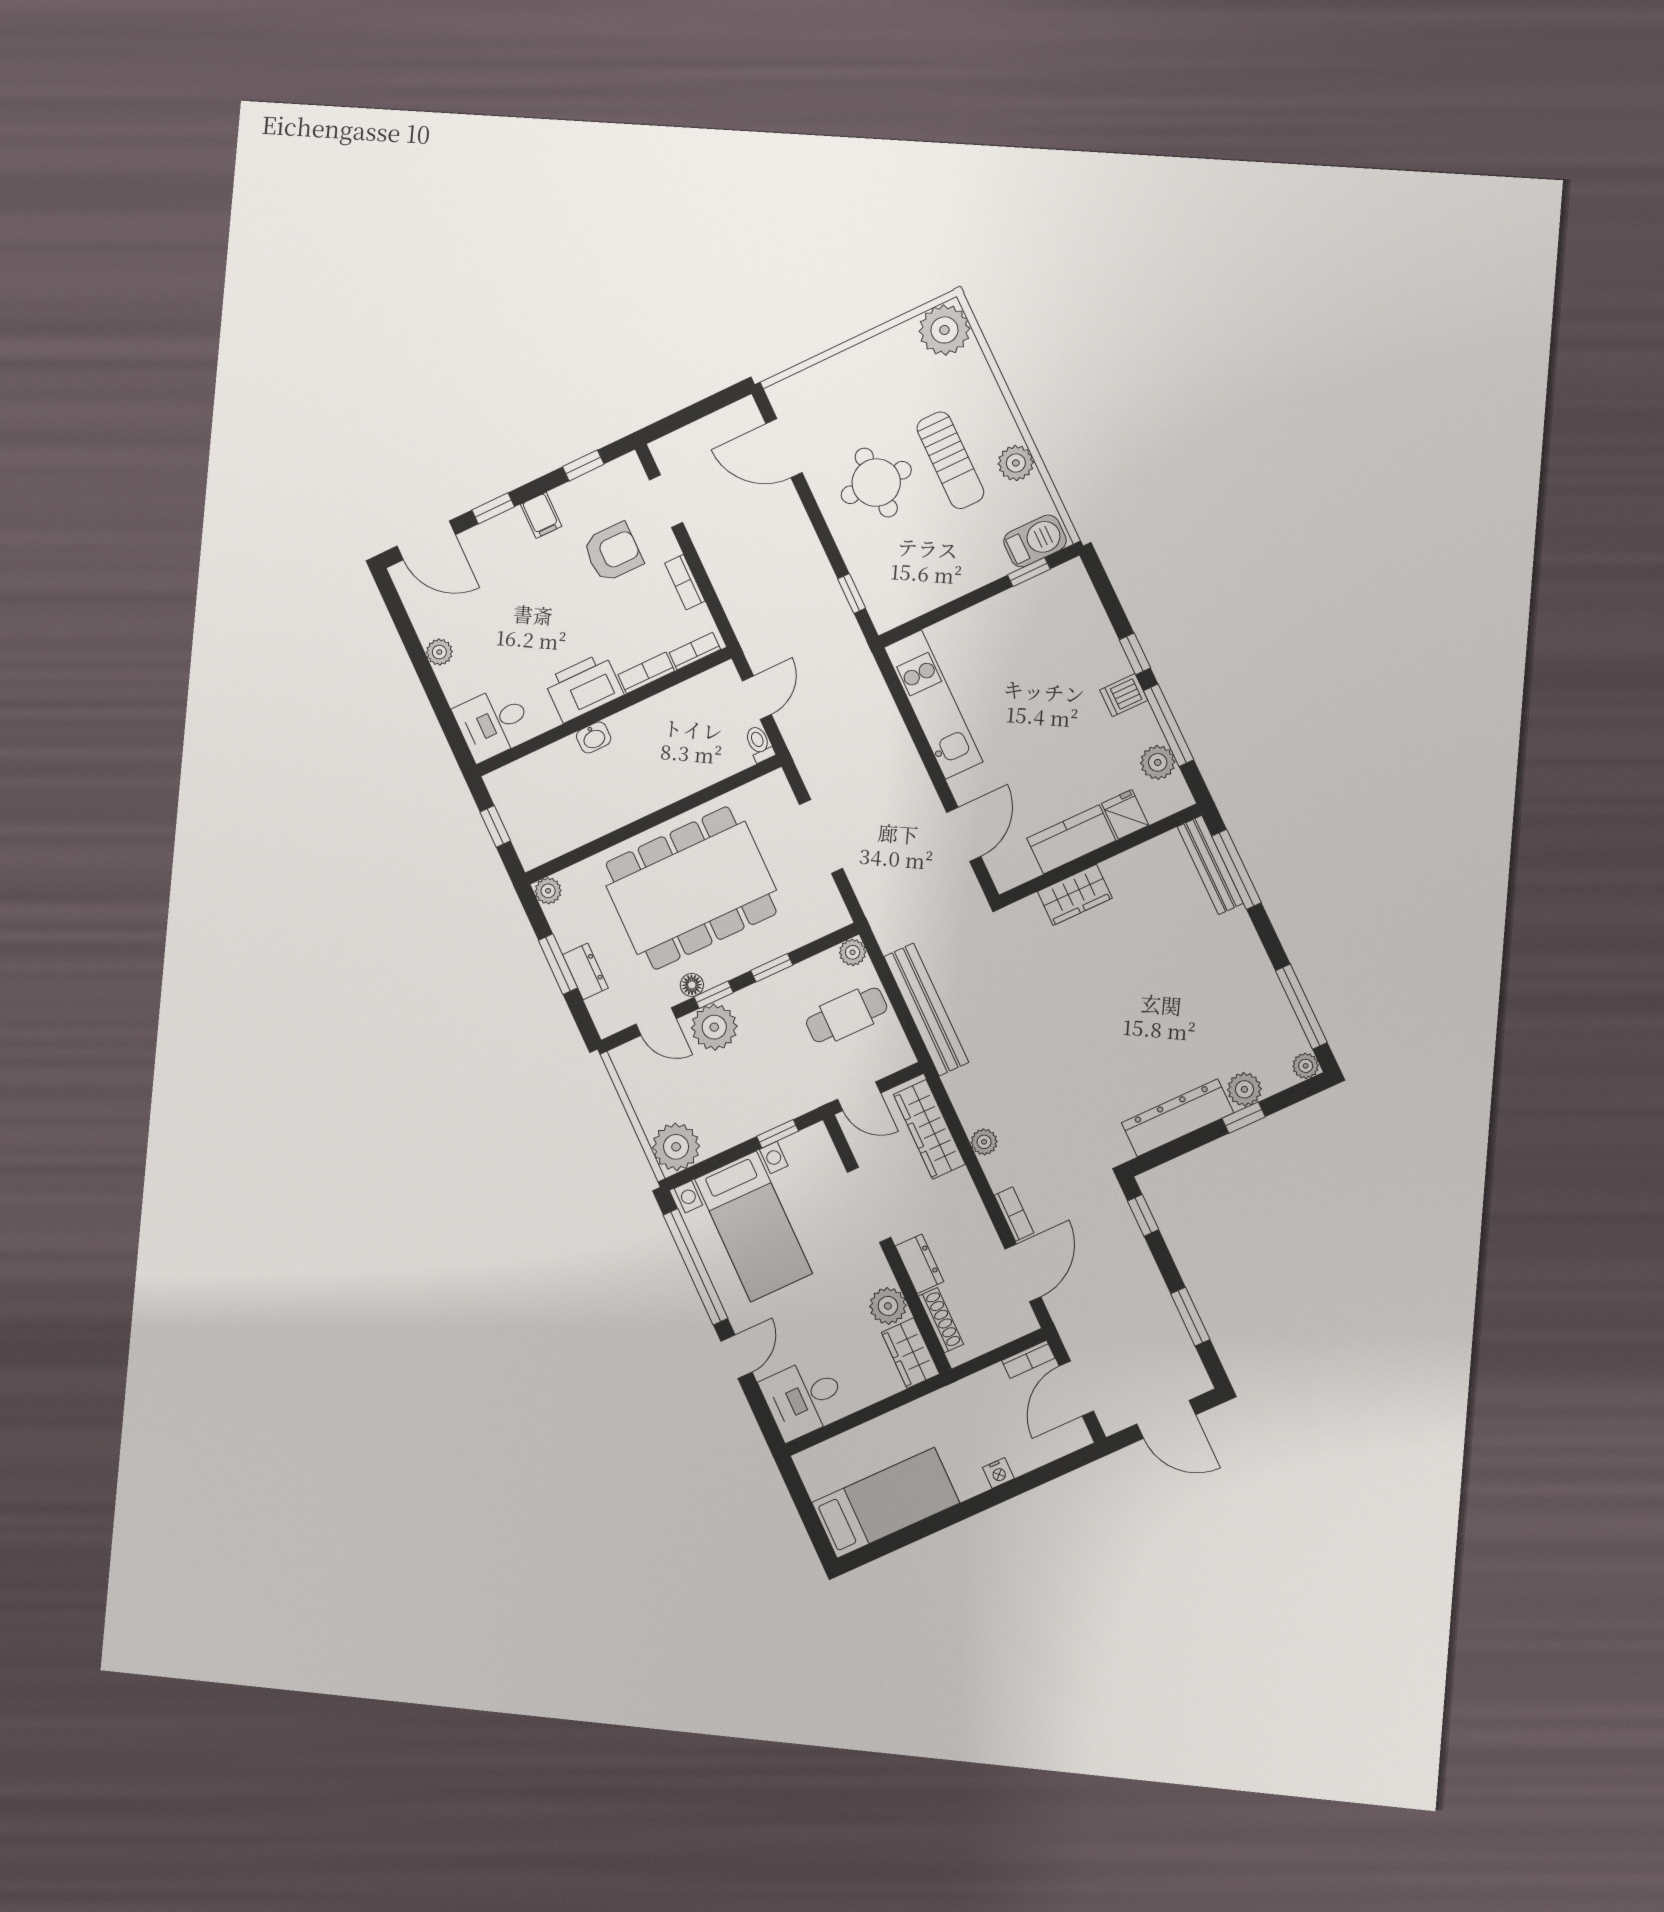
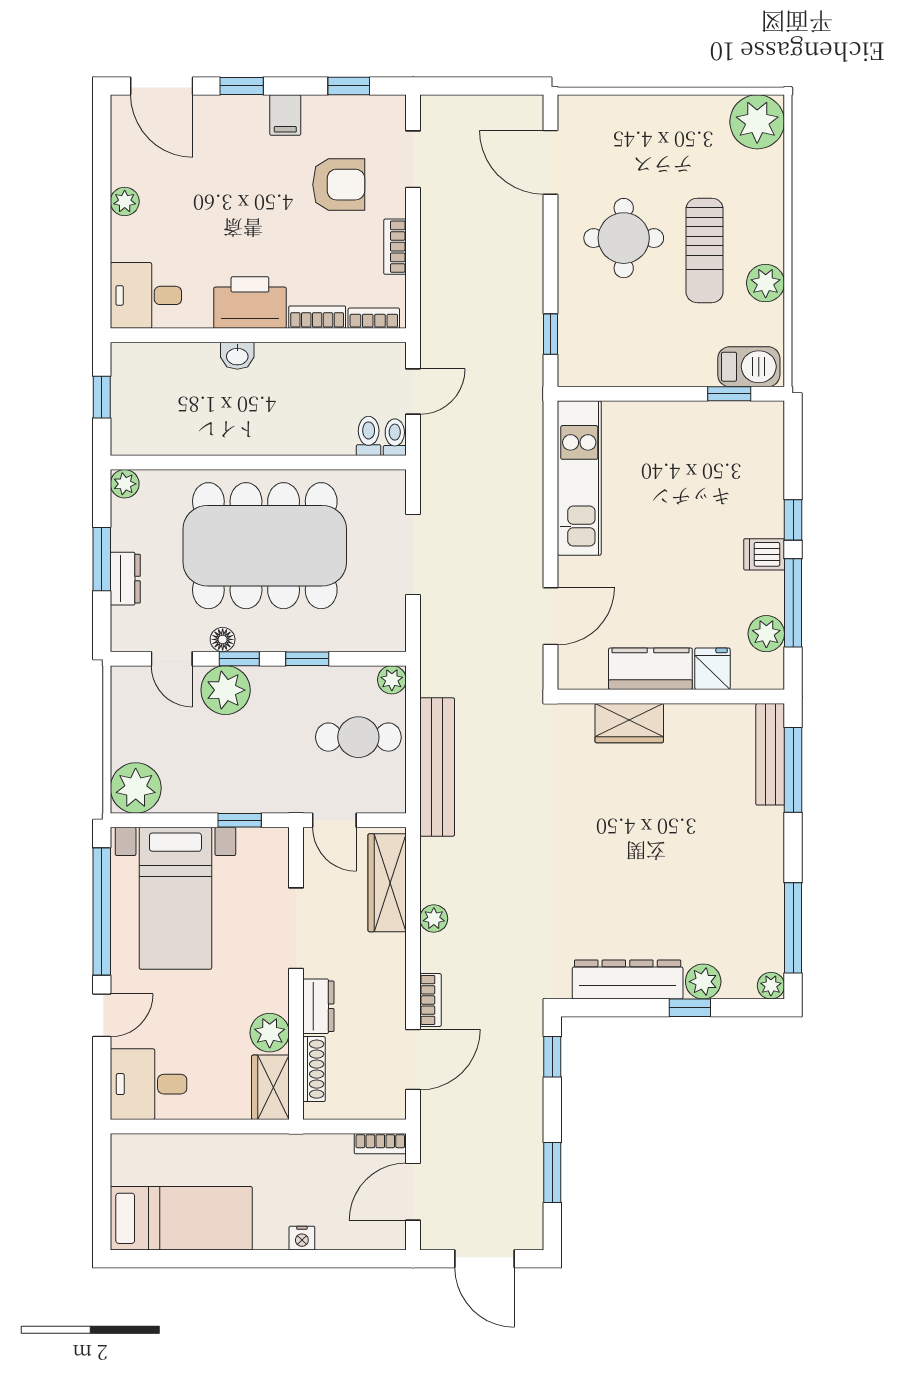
toilet: (736, 753) -> (369, 436), added

